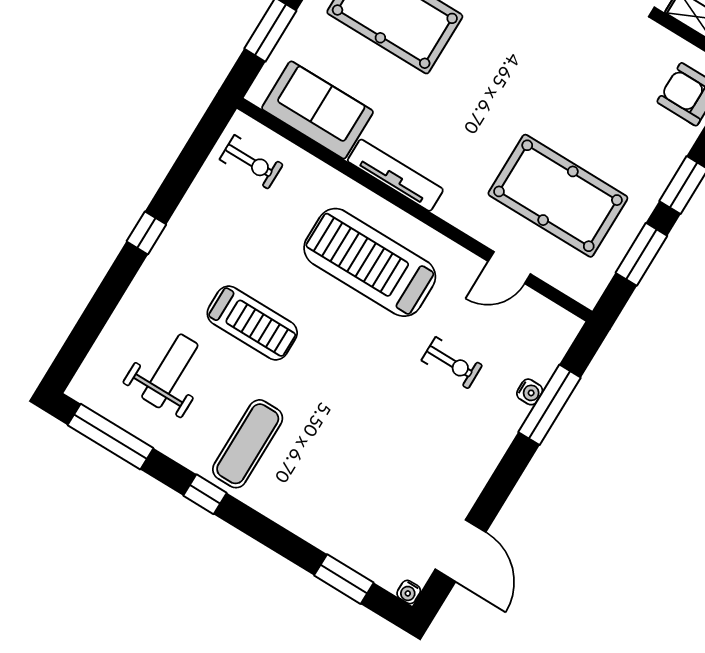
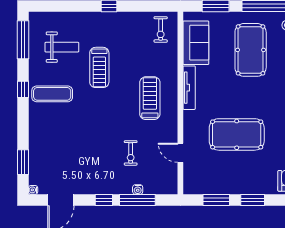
pool table: (558, 196) -> (237, 134), moved, turned 90
treadmill: (370, 262) -> (150, 98), width x0.73, depth x0.73
window: (511, 469) -> (104, 200), added

